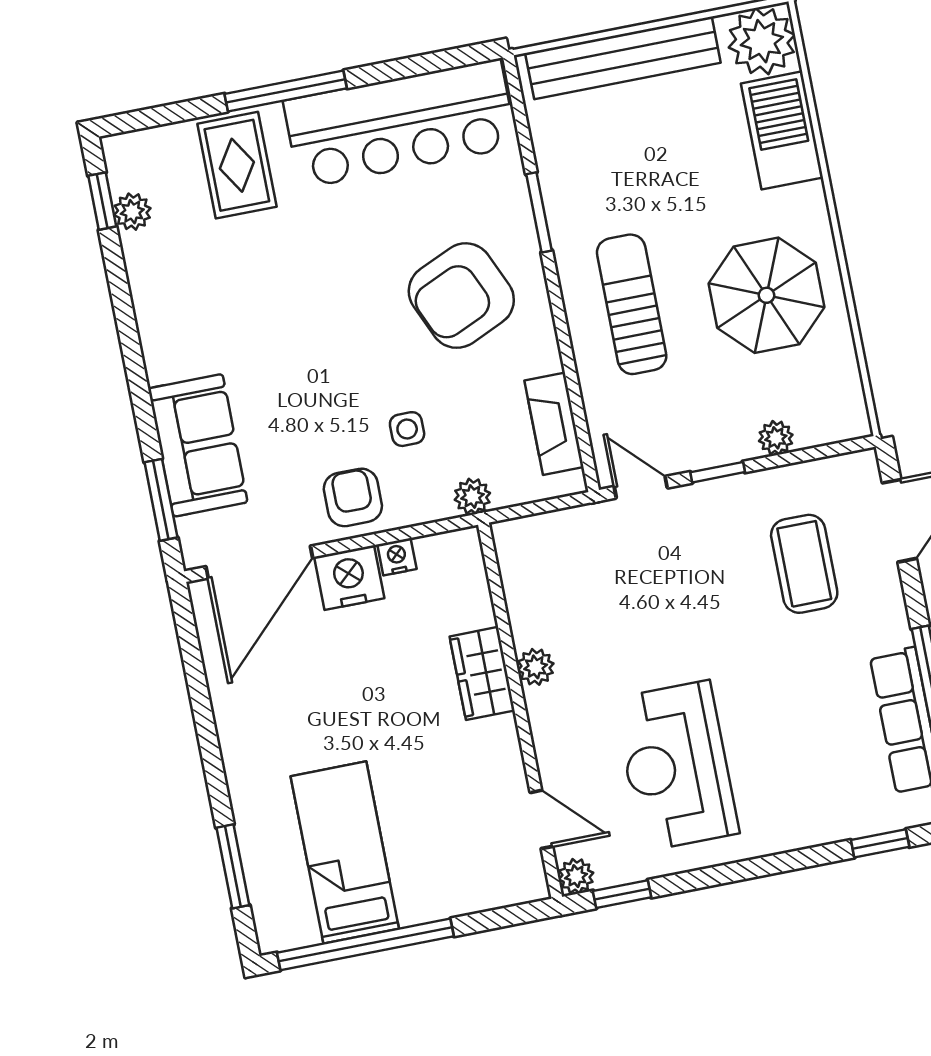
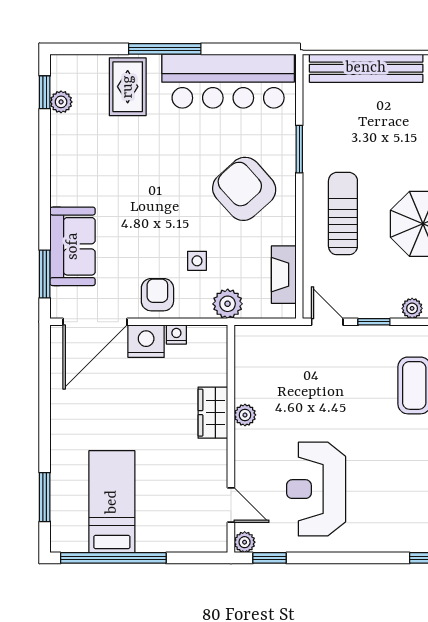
armchair: (461, 296) -> (244, 189), turned 72
plant: (472, 496) -> (228, 304), width x1.38, depth x1.38

